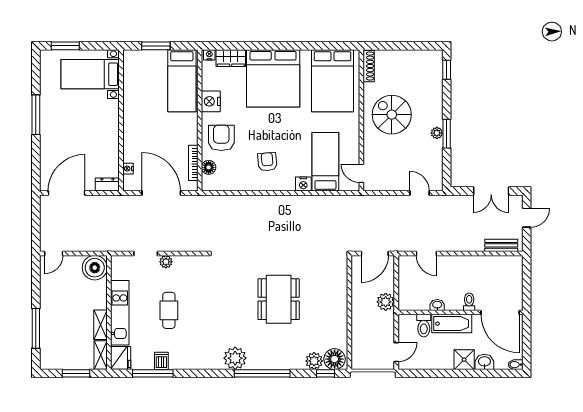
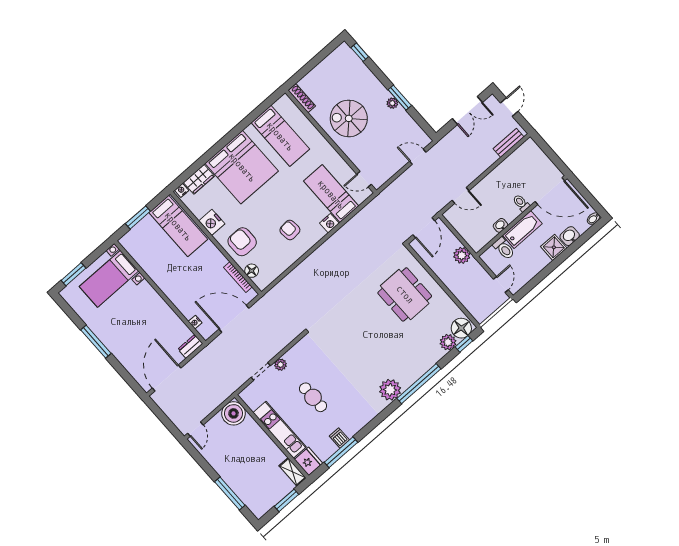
bed: (332, 81) -> (280, 136), width x0.67
dining table: (279, 299) -> (405, 294), moved
shelving: (100, 325) -> (273, 450), removed

